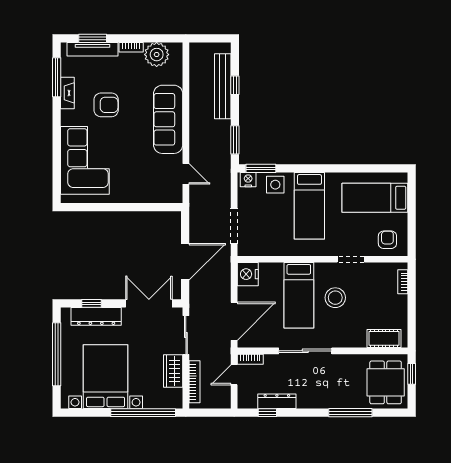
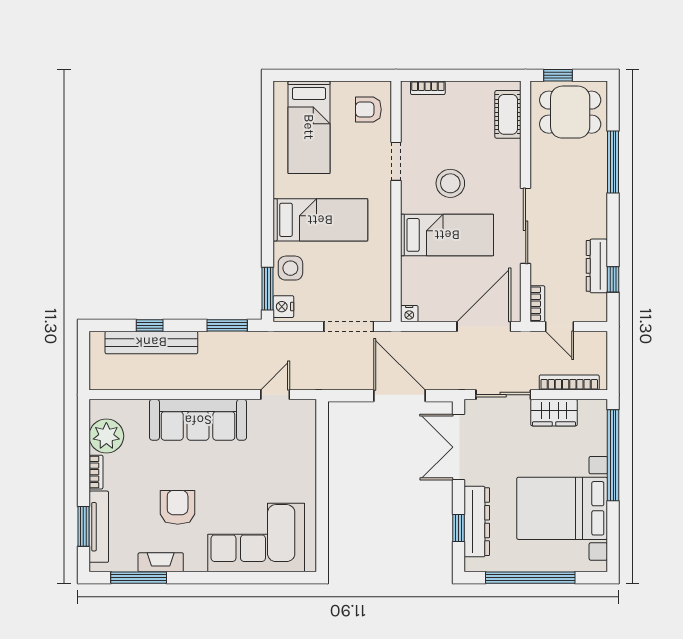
nightstand: (248, 274) -> (409, 314), width x0.53, depth x0.56
door: (234, 321) -> (484, 326), hinge flipped

